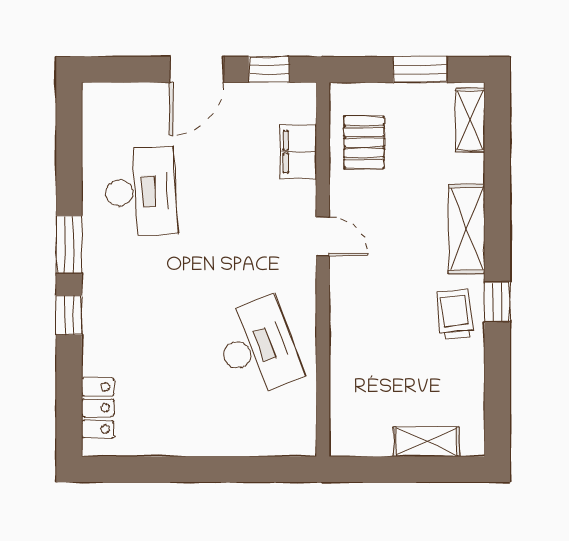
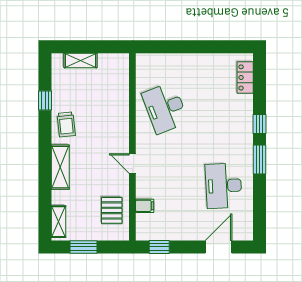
door: (197, 70) -> (219, 247), moved
filing cabinet: (298, 152) -> (145, 206), width x0.50
window: (497, 302) -> (45, 100), moved

